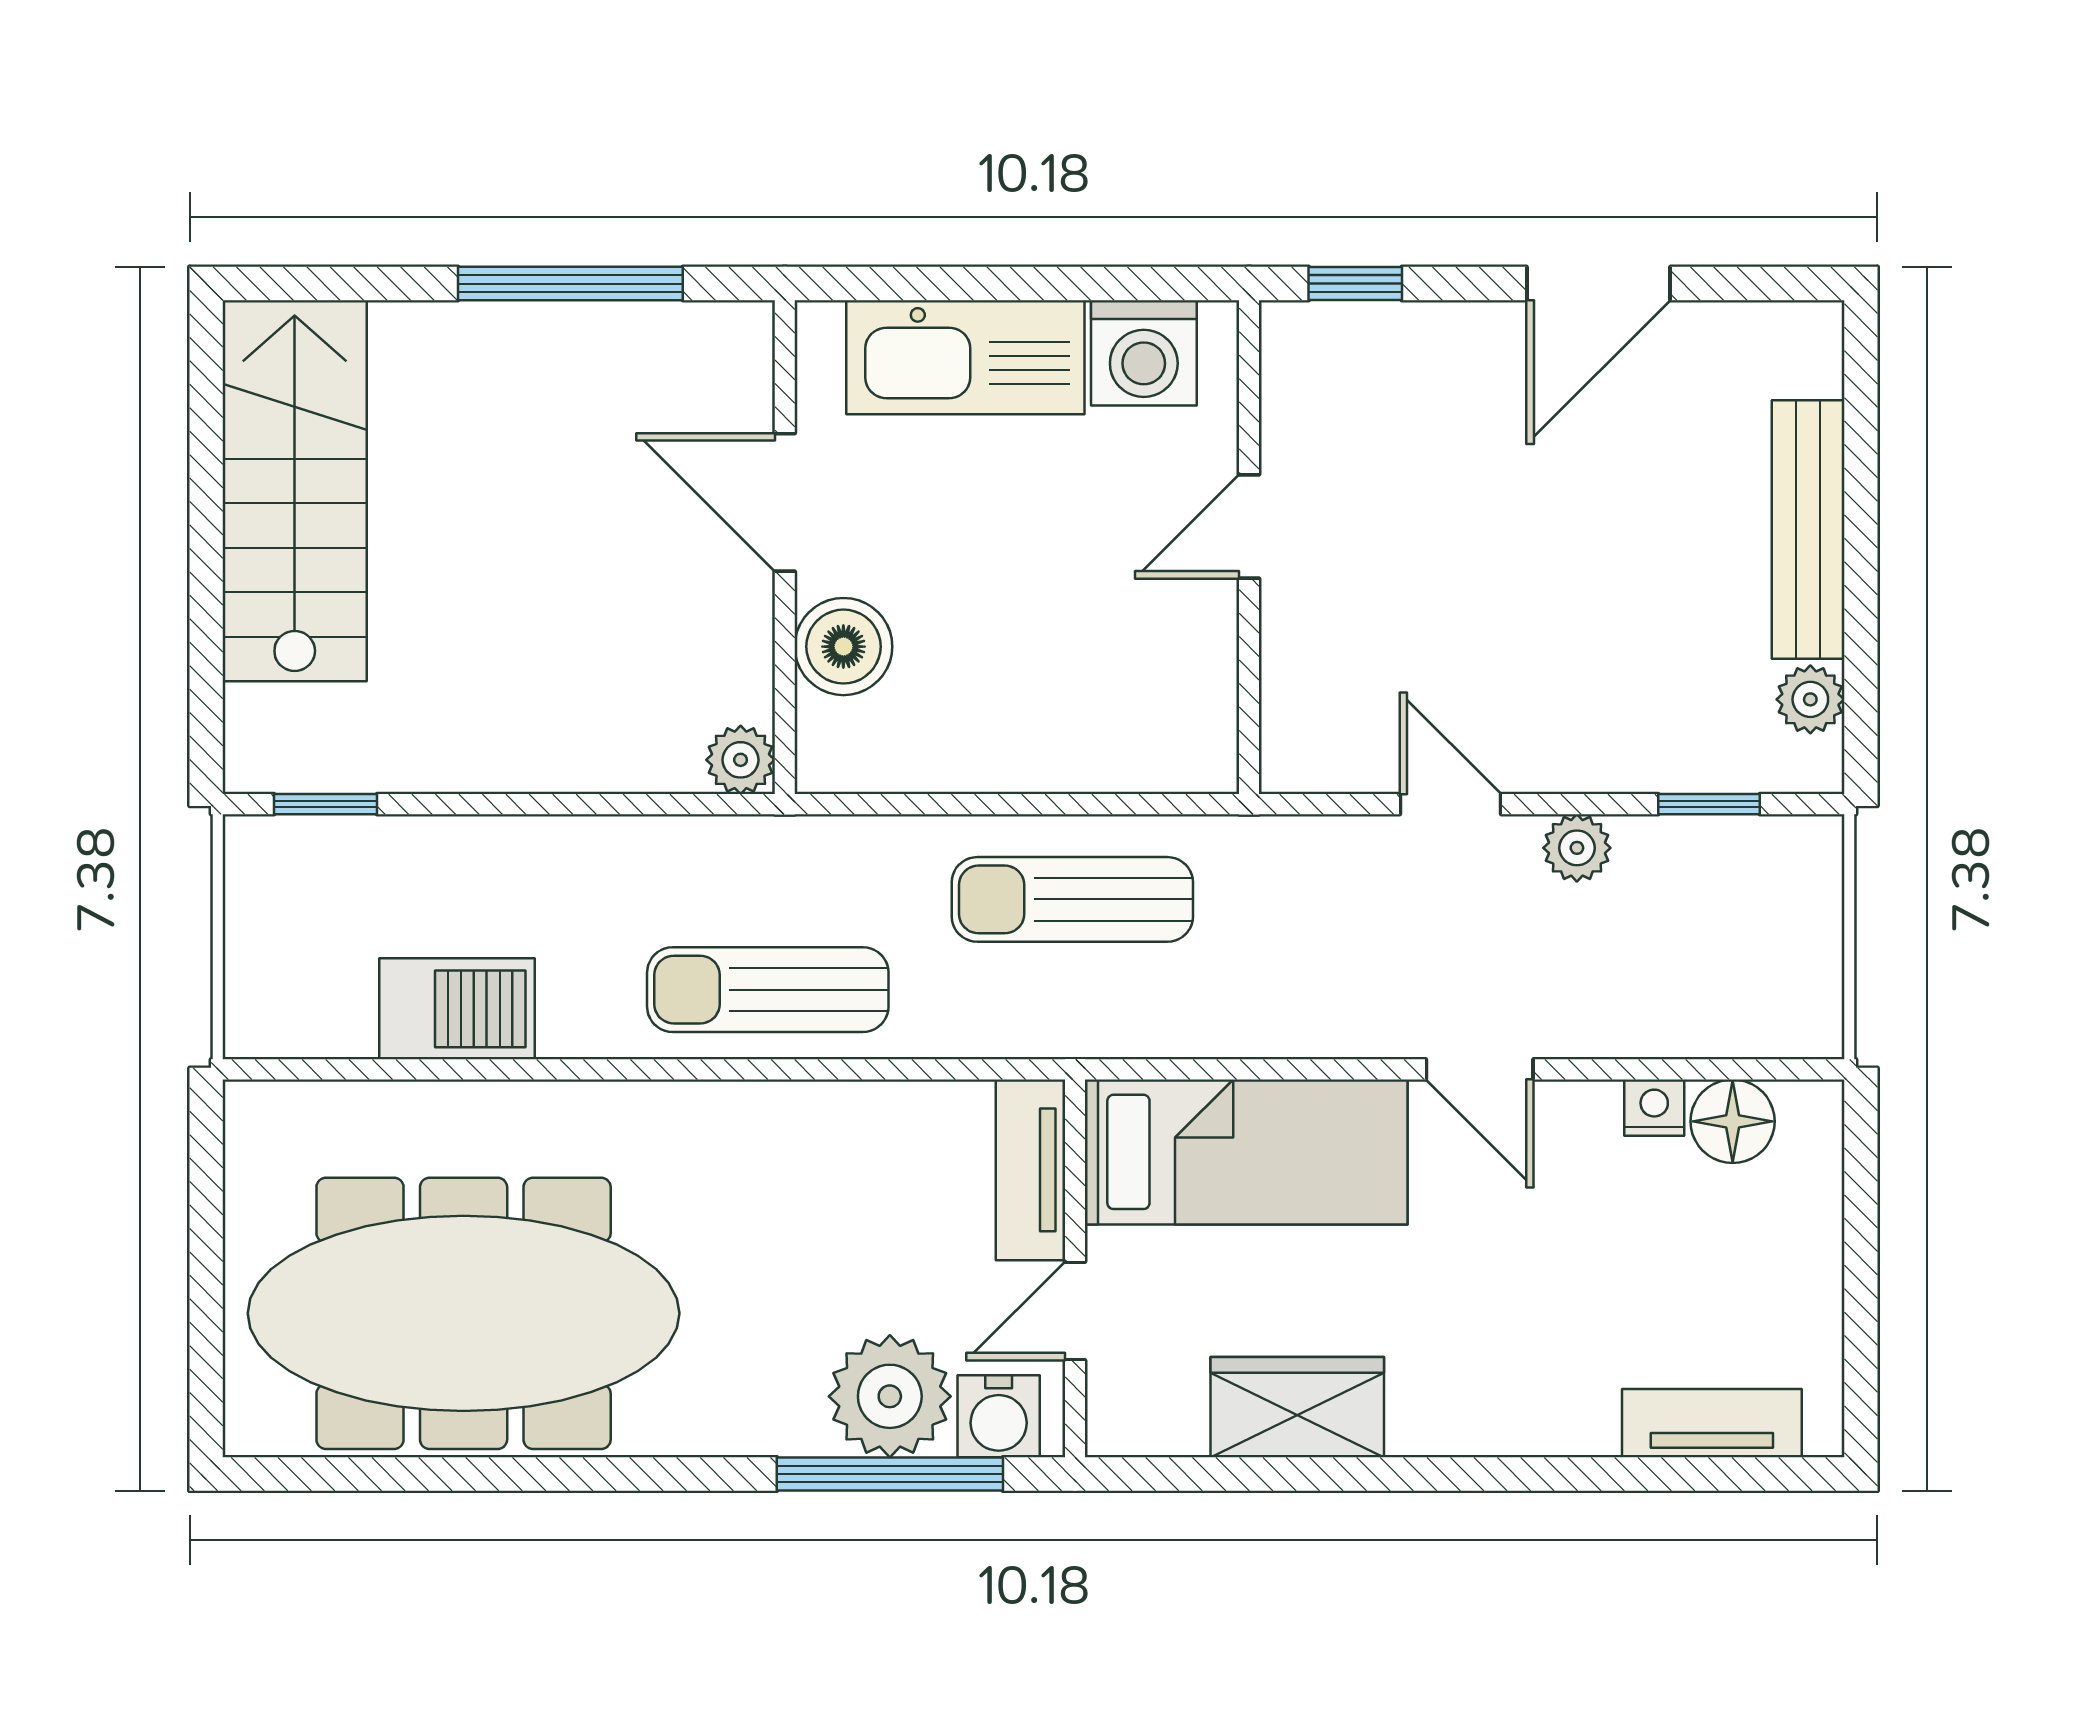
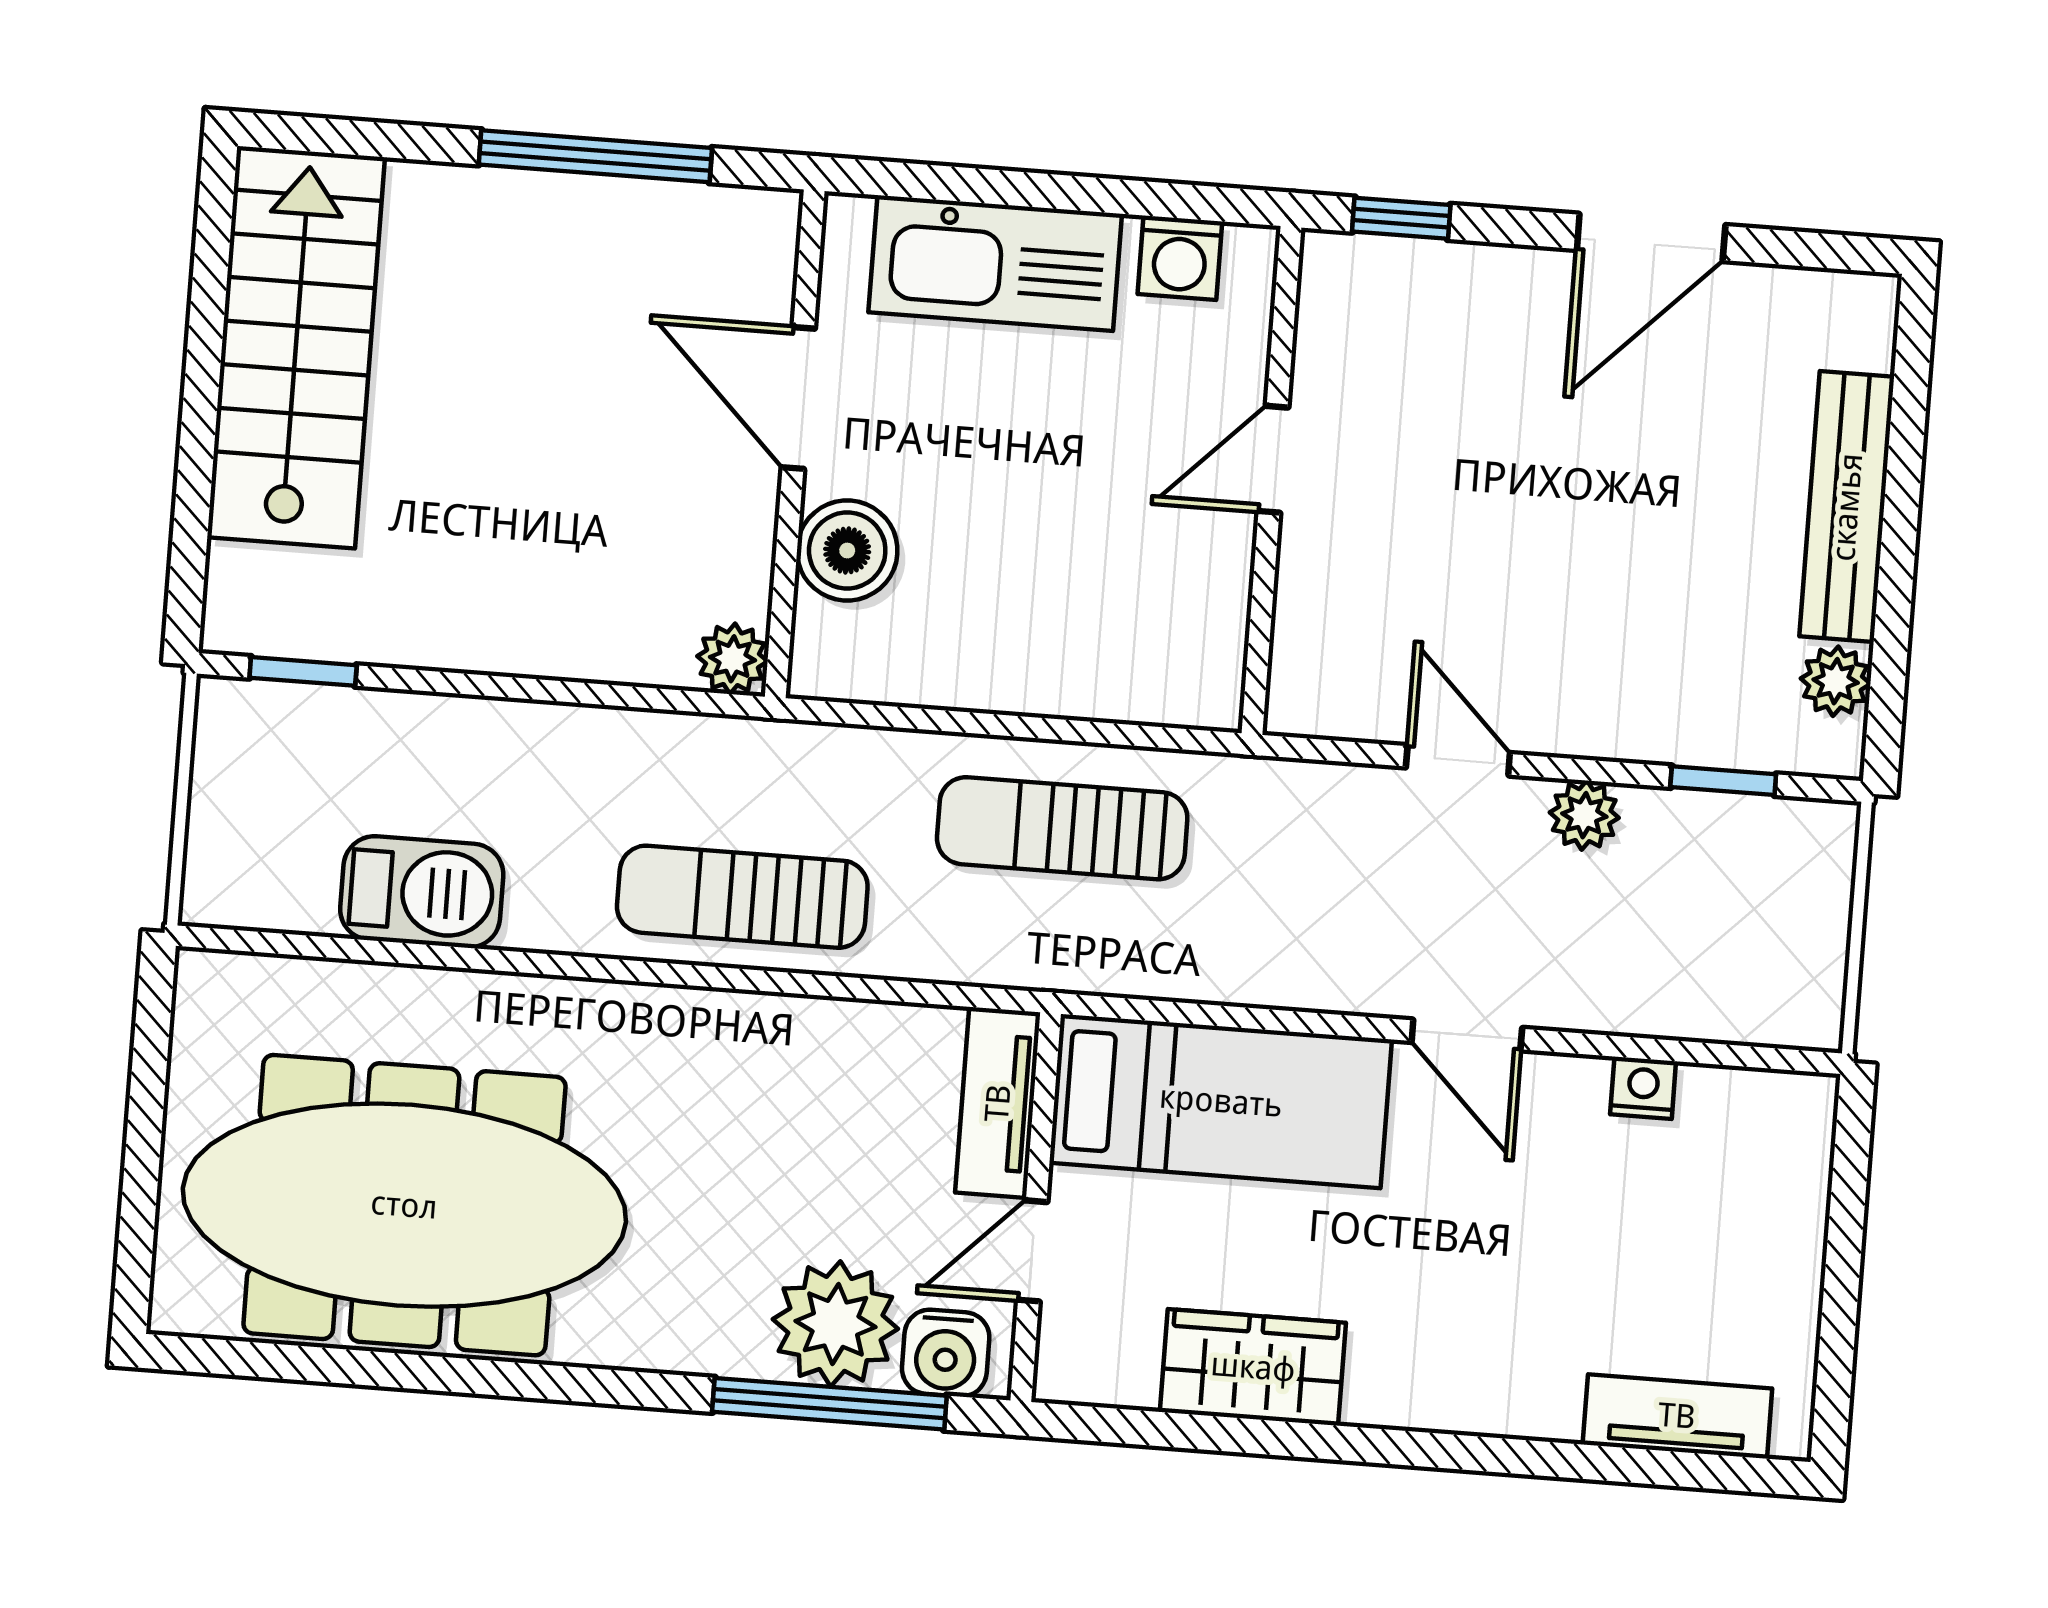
washing machine: (1144, 353) -> (1180, 258), width x0.73, depth x0.73
floor lamp: (1733, 1121) -> (1723, 1108), removed

